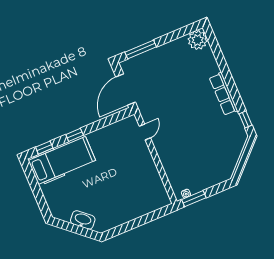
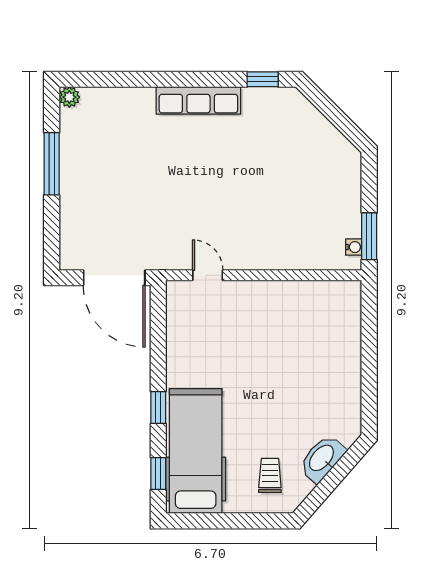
plant: (198, 40) -> (69, 97), width x0.53, depth x0.53
window: (141, 49) -> (52, 164), moved
trolley: (65, 199) -> (270, 475), added

